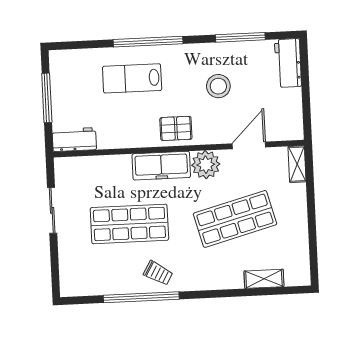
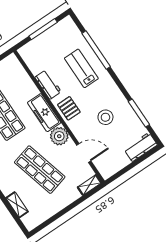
window: (148, 42) -> (96, 50), moved
workbench: (74, 140) -> (48, 85), moved

